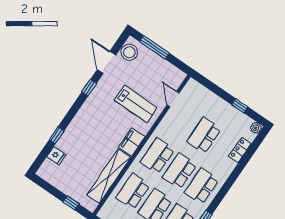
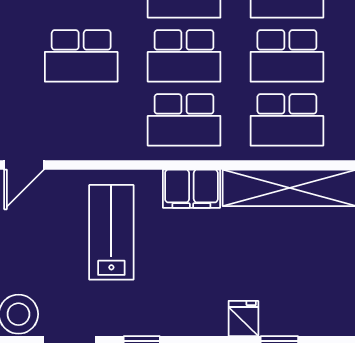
door: (173, 99) -> (24, 165), moved
fridge: (56, 156) -> (243, 319), moved

